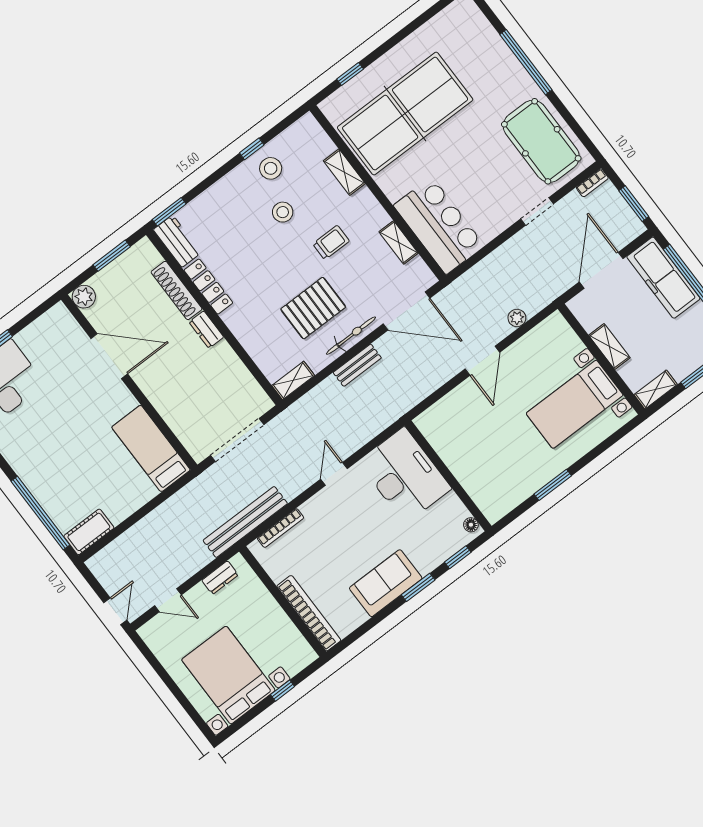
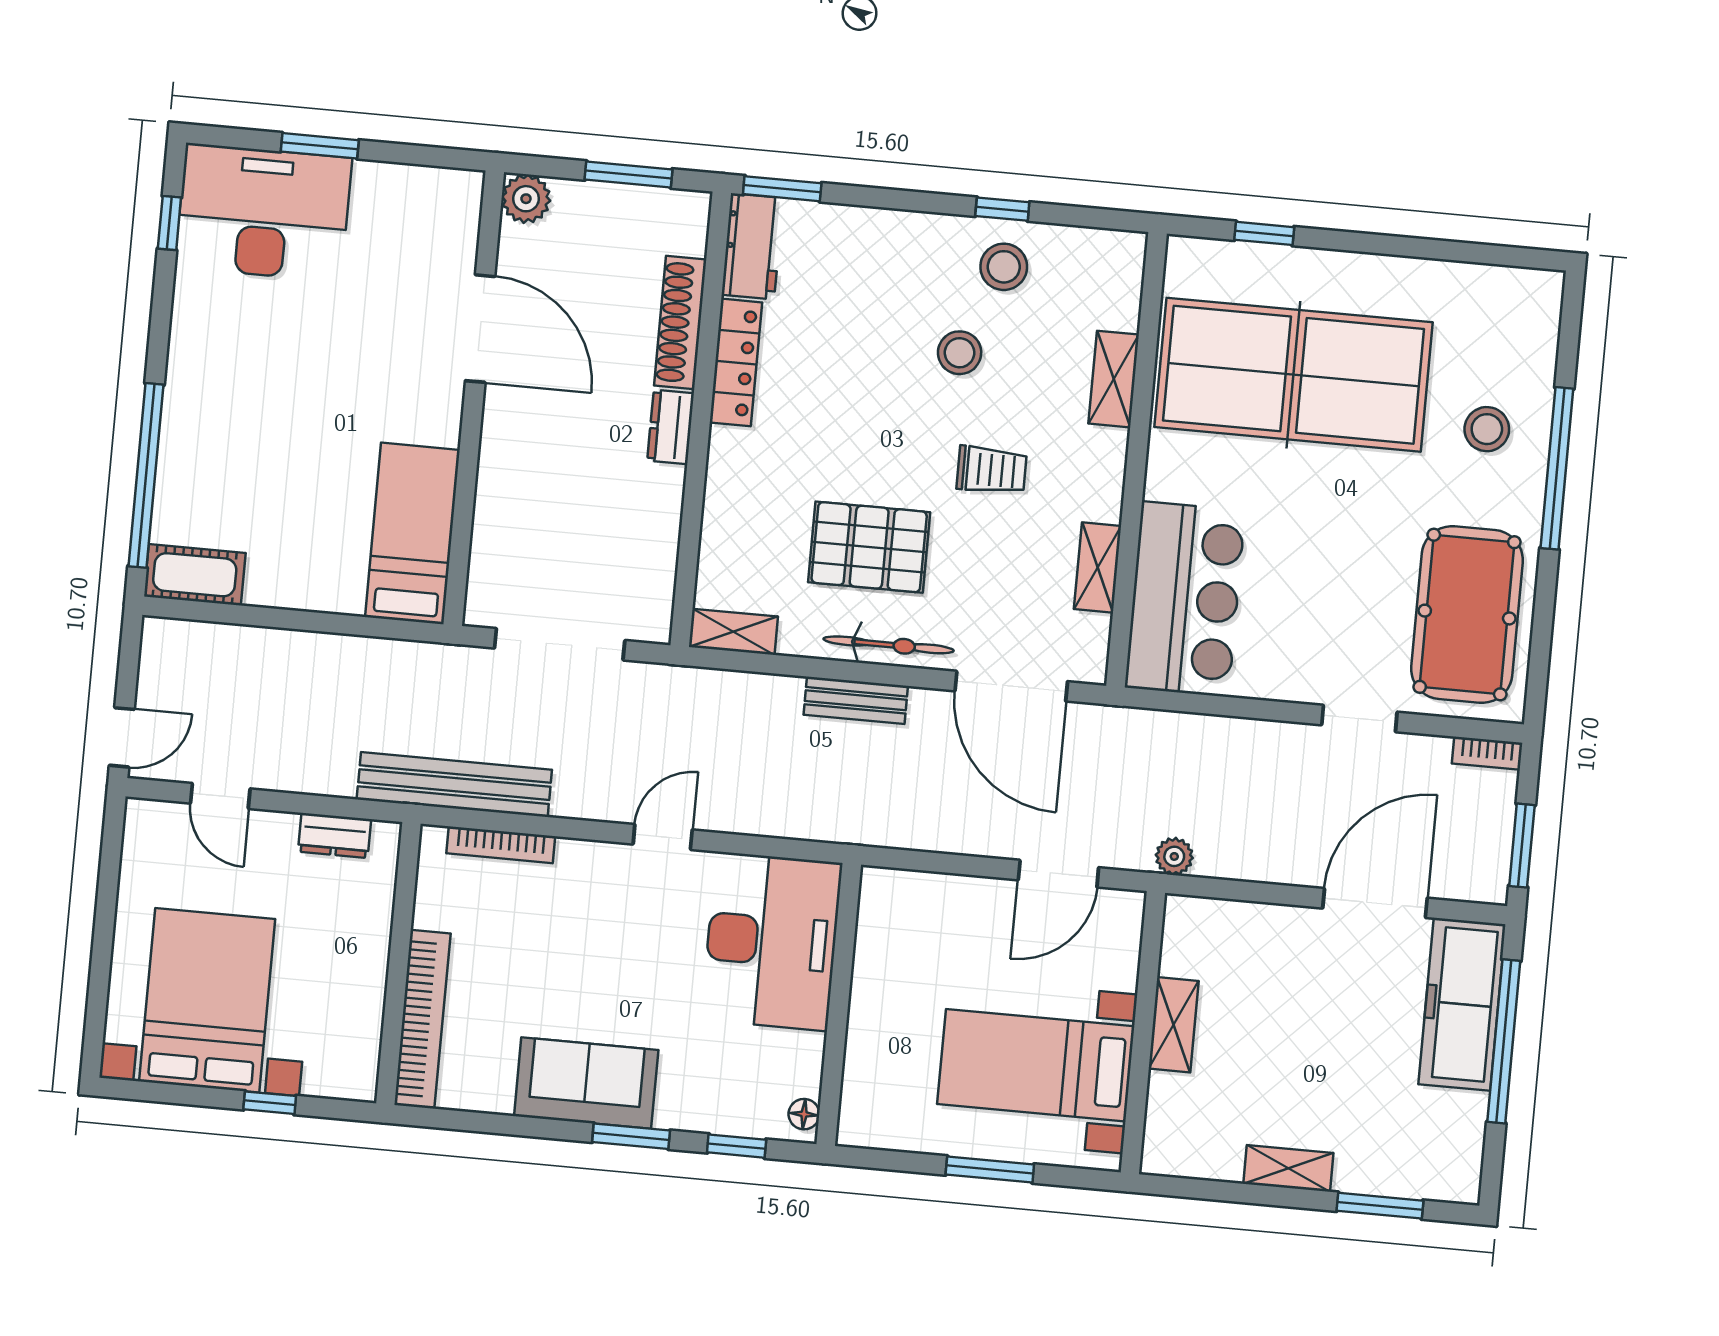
stool: (489, 71) -> (1487, 429), added
shelving: (609, 347) -> (1174, 1025), moved
wall: (601, 359) -> (1143, 1033), moved
bed with nightstands: (575, 404) -> (1036, 1065), moved

